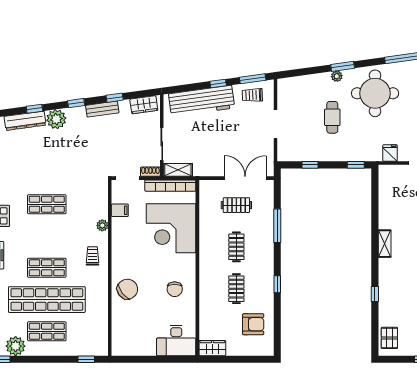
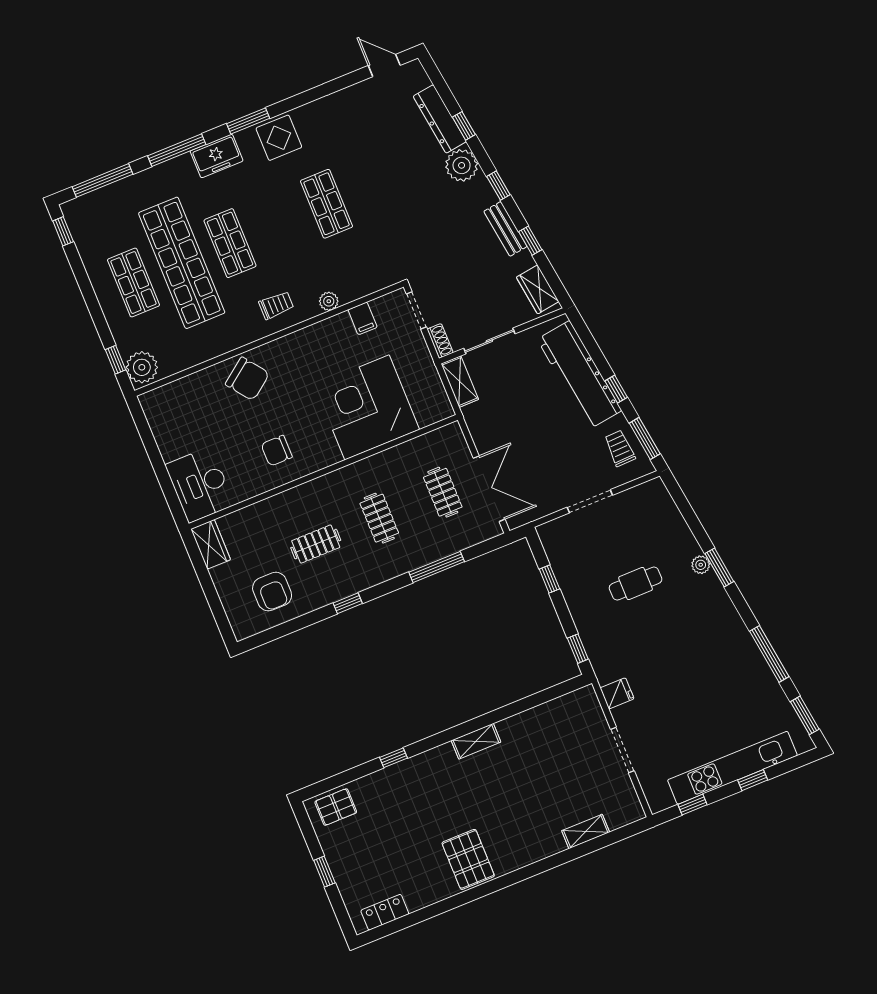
round table: (375, 93) -> (698, 634), removed
bookcase: (170, 186) -> (431, 380), removed
clothes rail: (236, 247) -> (379, 518), turned 90
plant: (16, 346) -> (142, 367), moved

